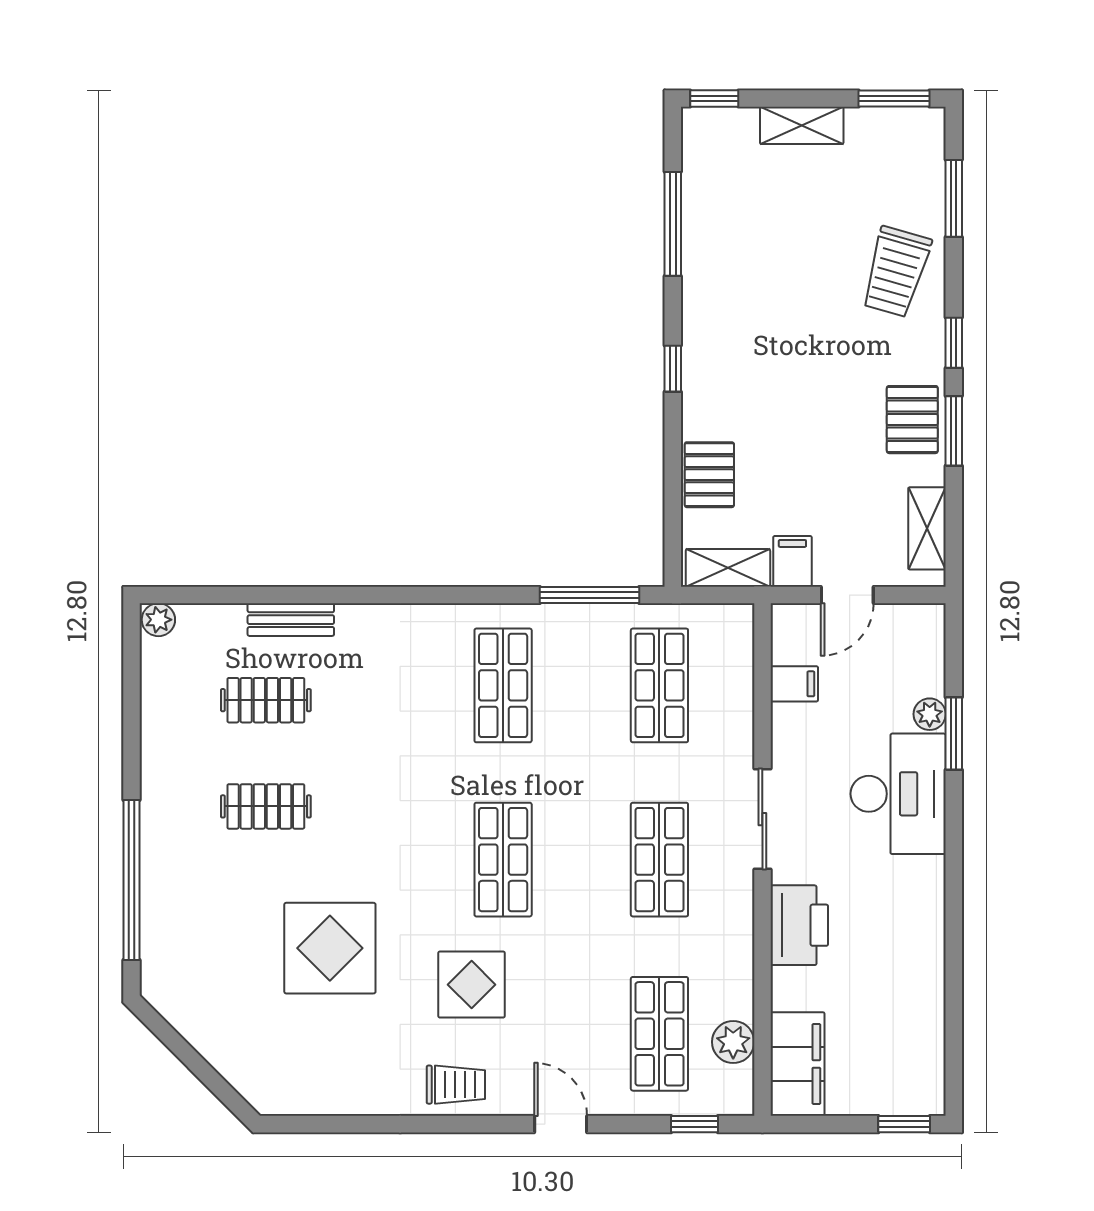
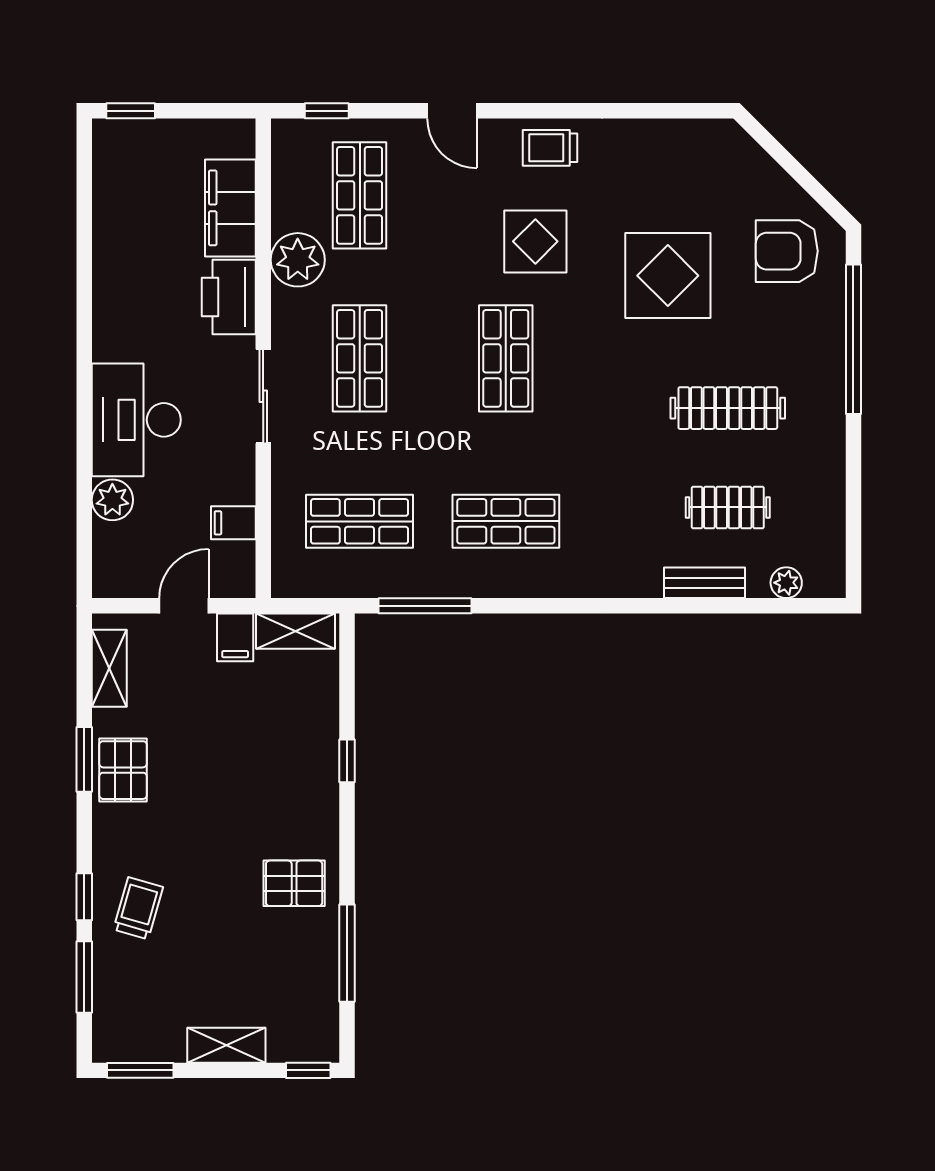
trolley: (896, 272) -> (138, 908), width x0.73, depth x0.72
window: (954, 343) -> (84, 897), moved
window: (673, 369) -> (347, 761), moved
pallet: (709, 475) -> (294, 883), moved, turned 90
plant: (158, 620) -> (786, 583), moved
shop shelf: (503, 685) -> (506, 521), turned 90
shop shelf: (659, 685) -> (360, 521), turned 90
plant: (930, 714) -> (112, 500), width x1.38, depth x1.38
window: (954, 734) -> (84, 476), removed
clothes rail: (266, 806) -> (728, 408), width x1.36
armchair: (203, 974) -> (787, 251), added
plant: (733, 1042) -> (298, 260), moved, width x1.36, depth x1.36
filing cabinet: (797, 1064) -> (230, 208), moved

